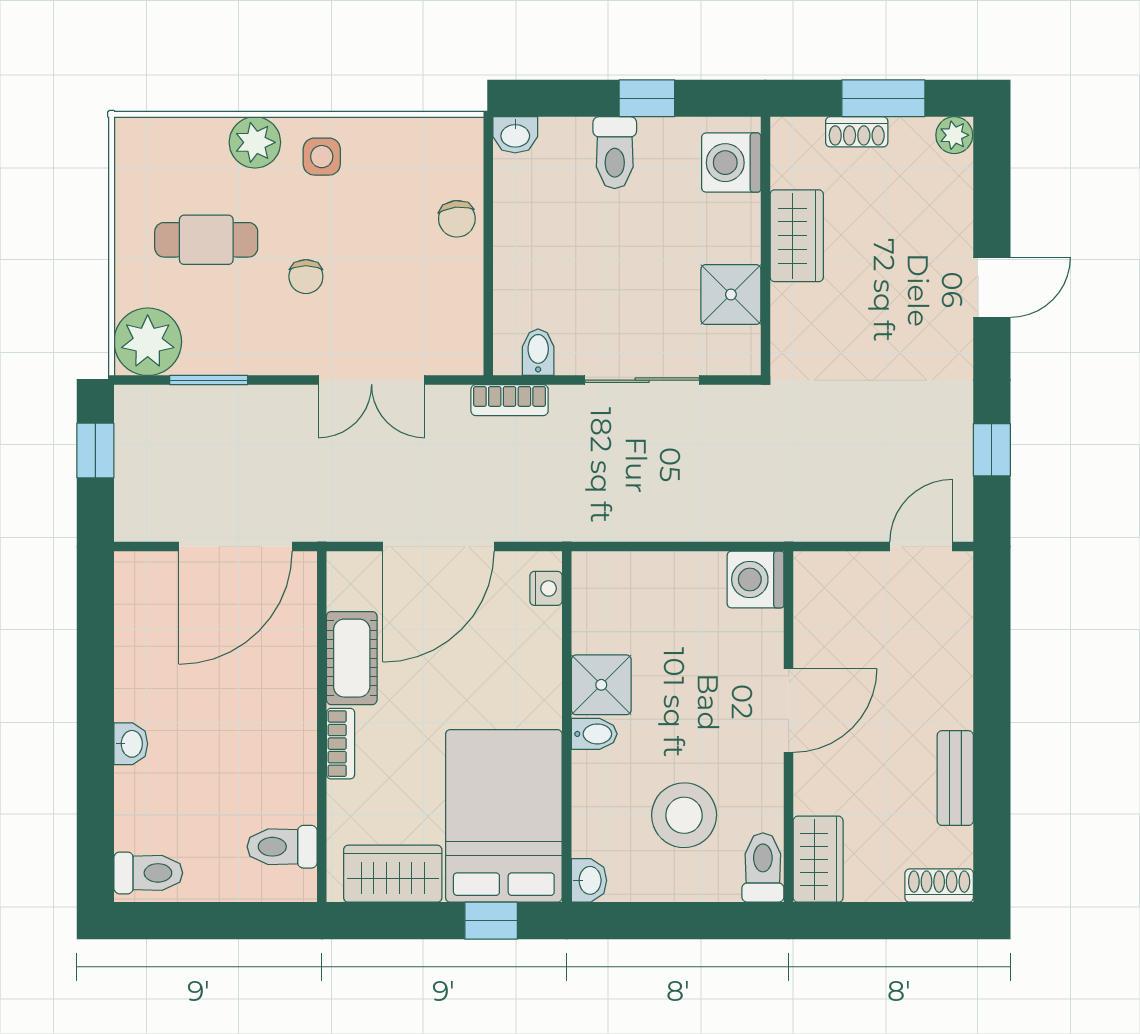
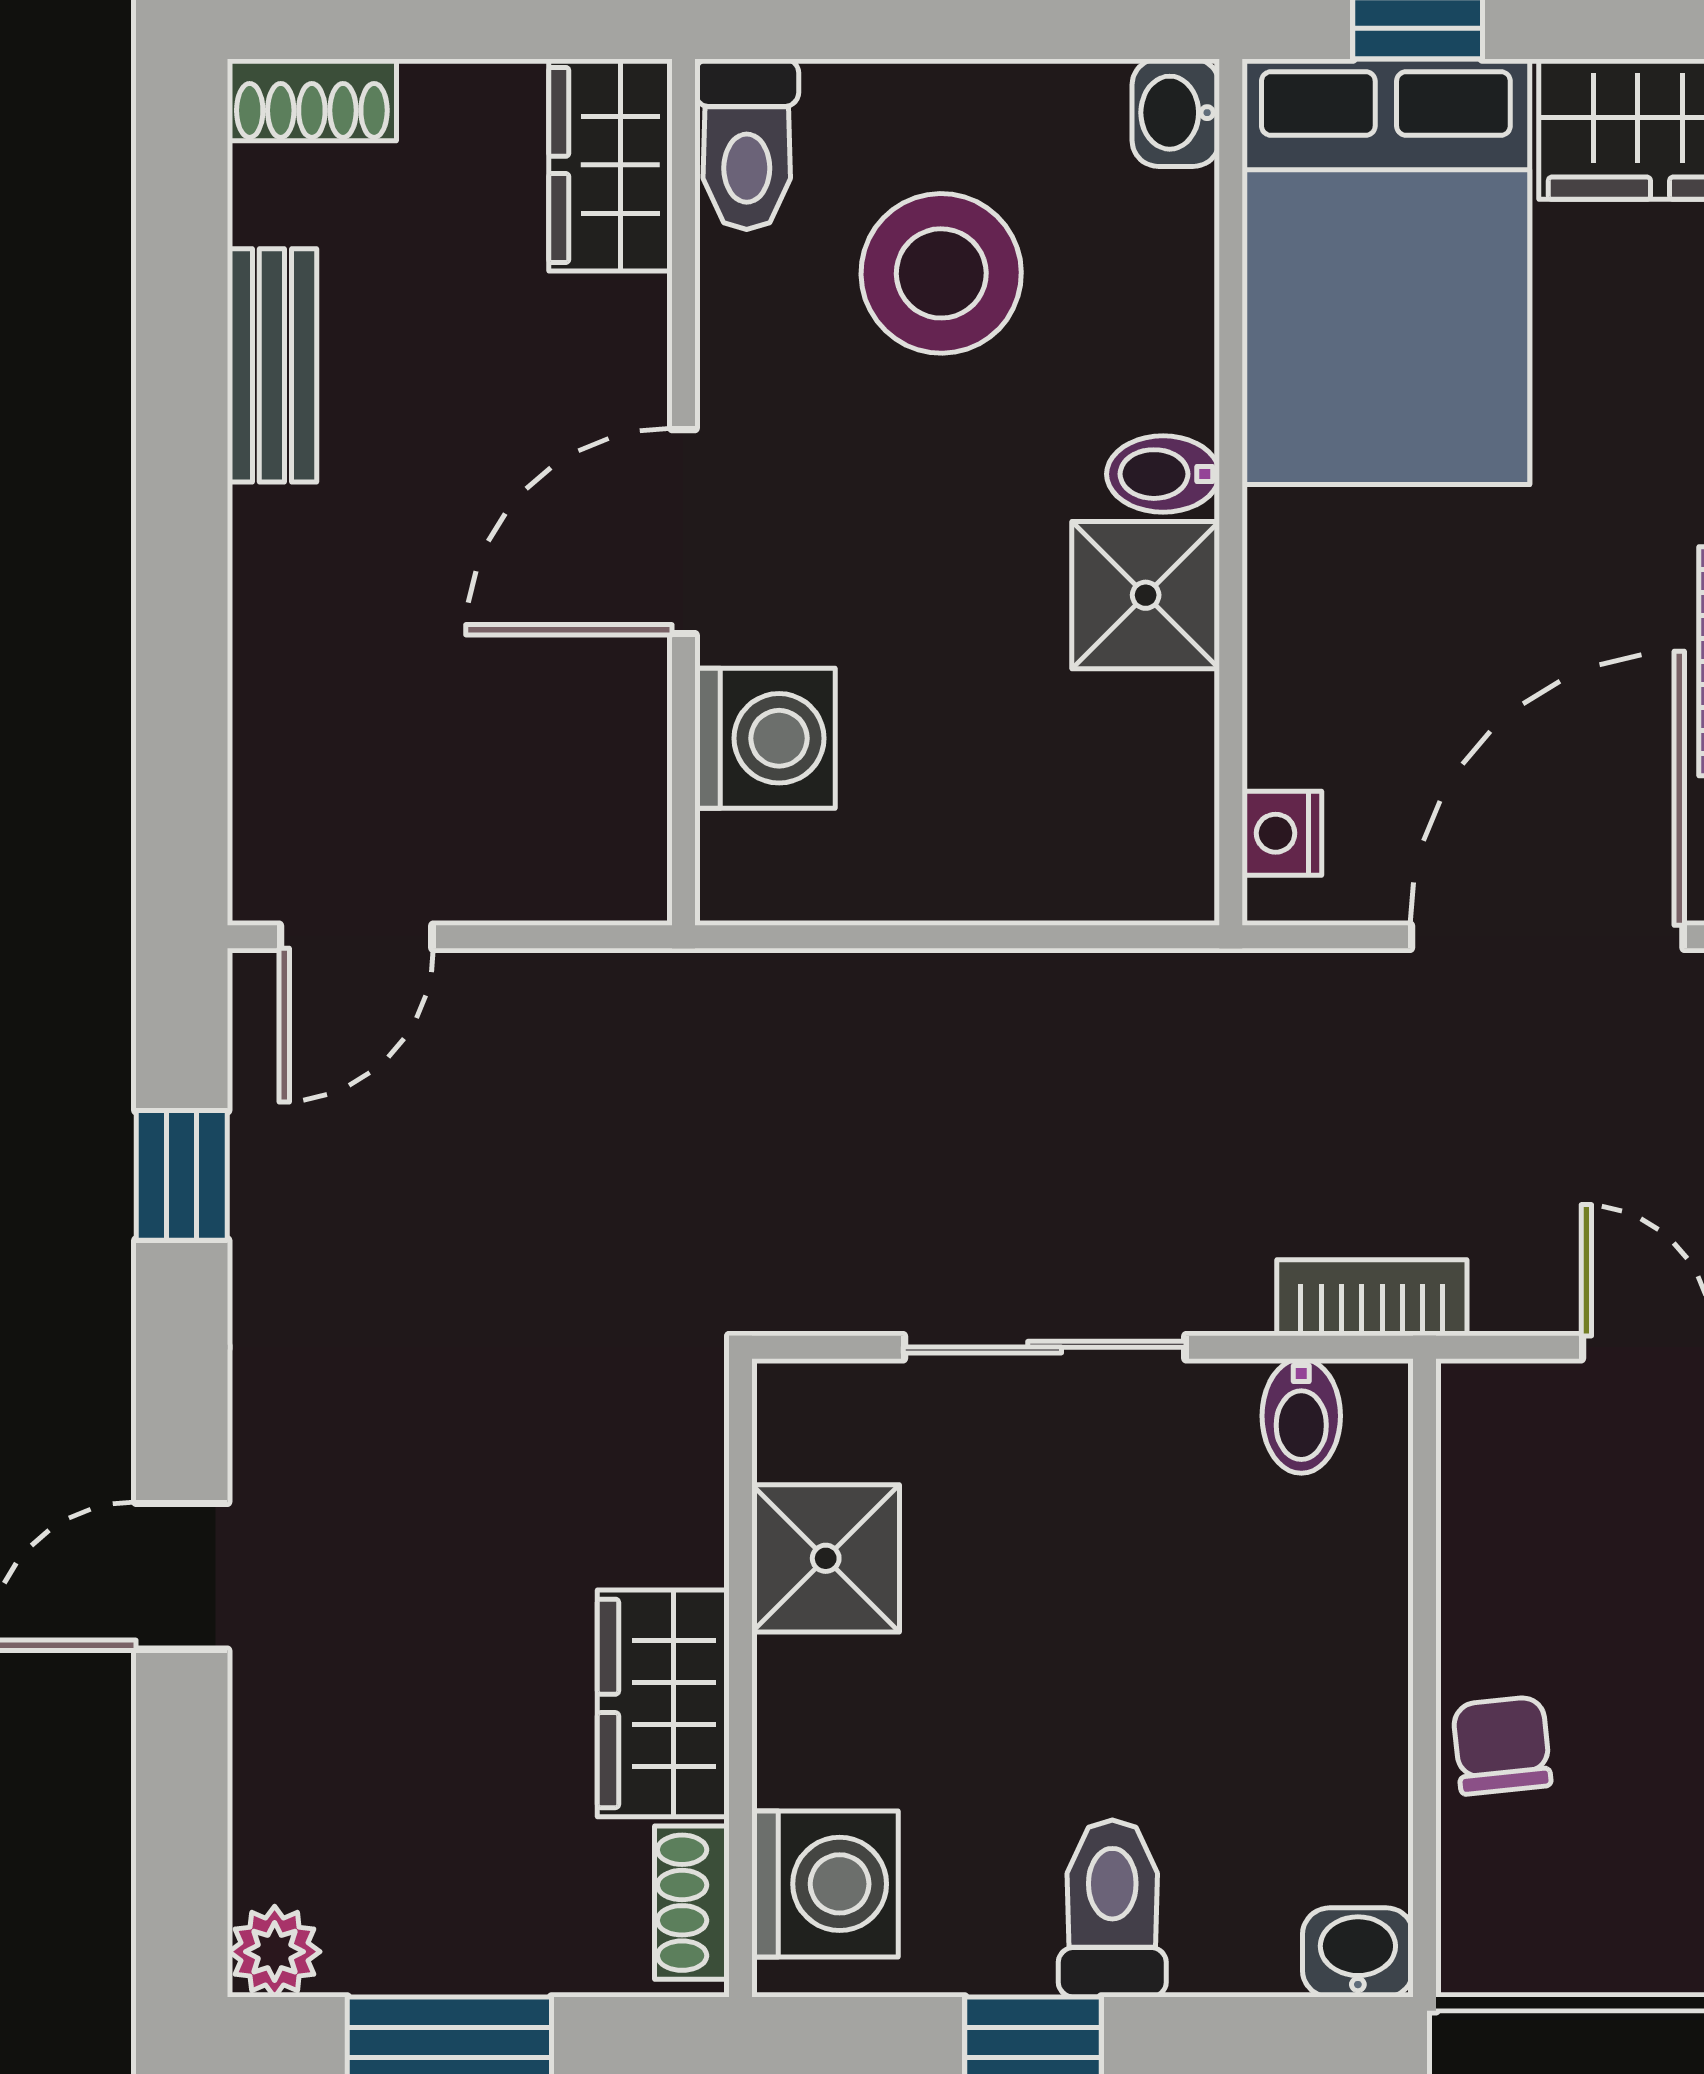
shoe rack: (857, 132) -> (692, 1903), moved, turned -90
washing machine: (755, 579) -> (765, 738), moved

